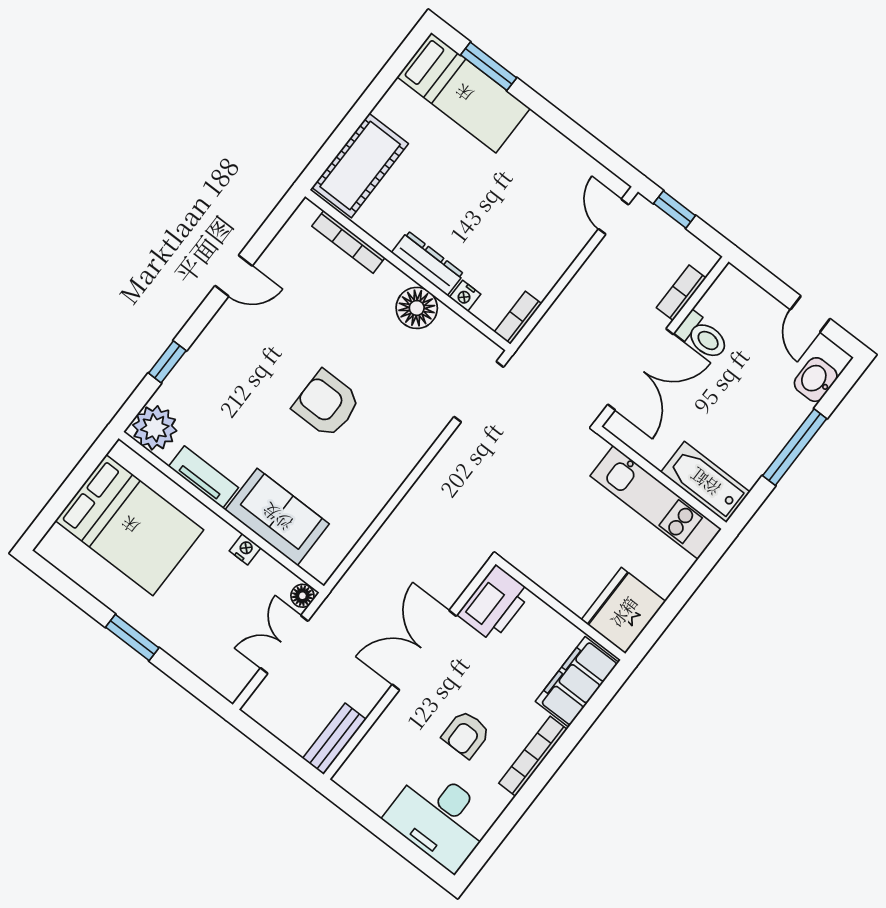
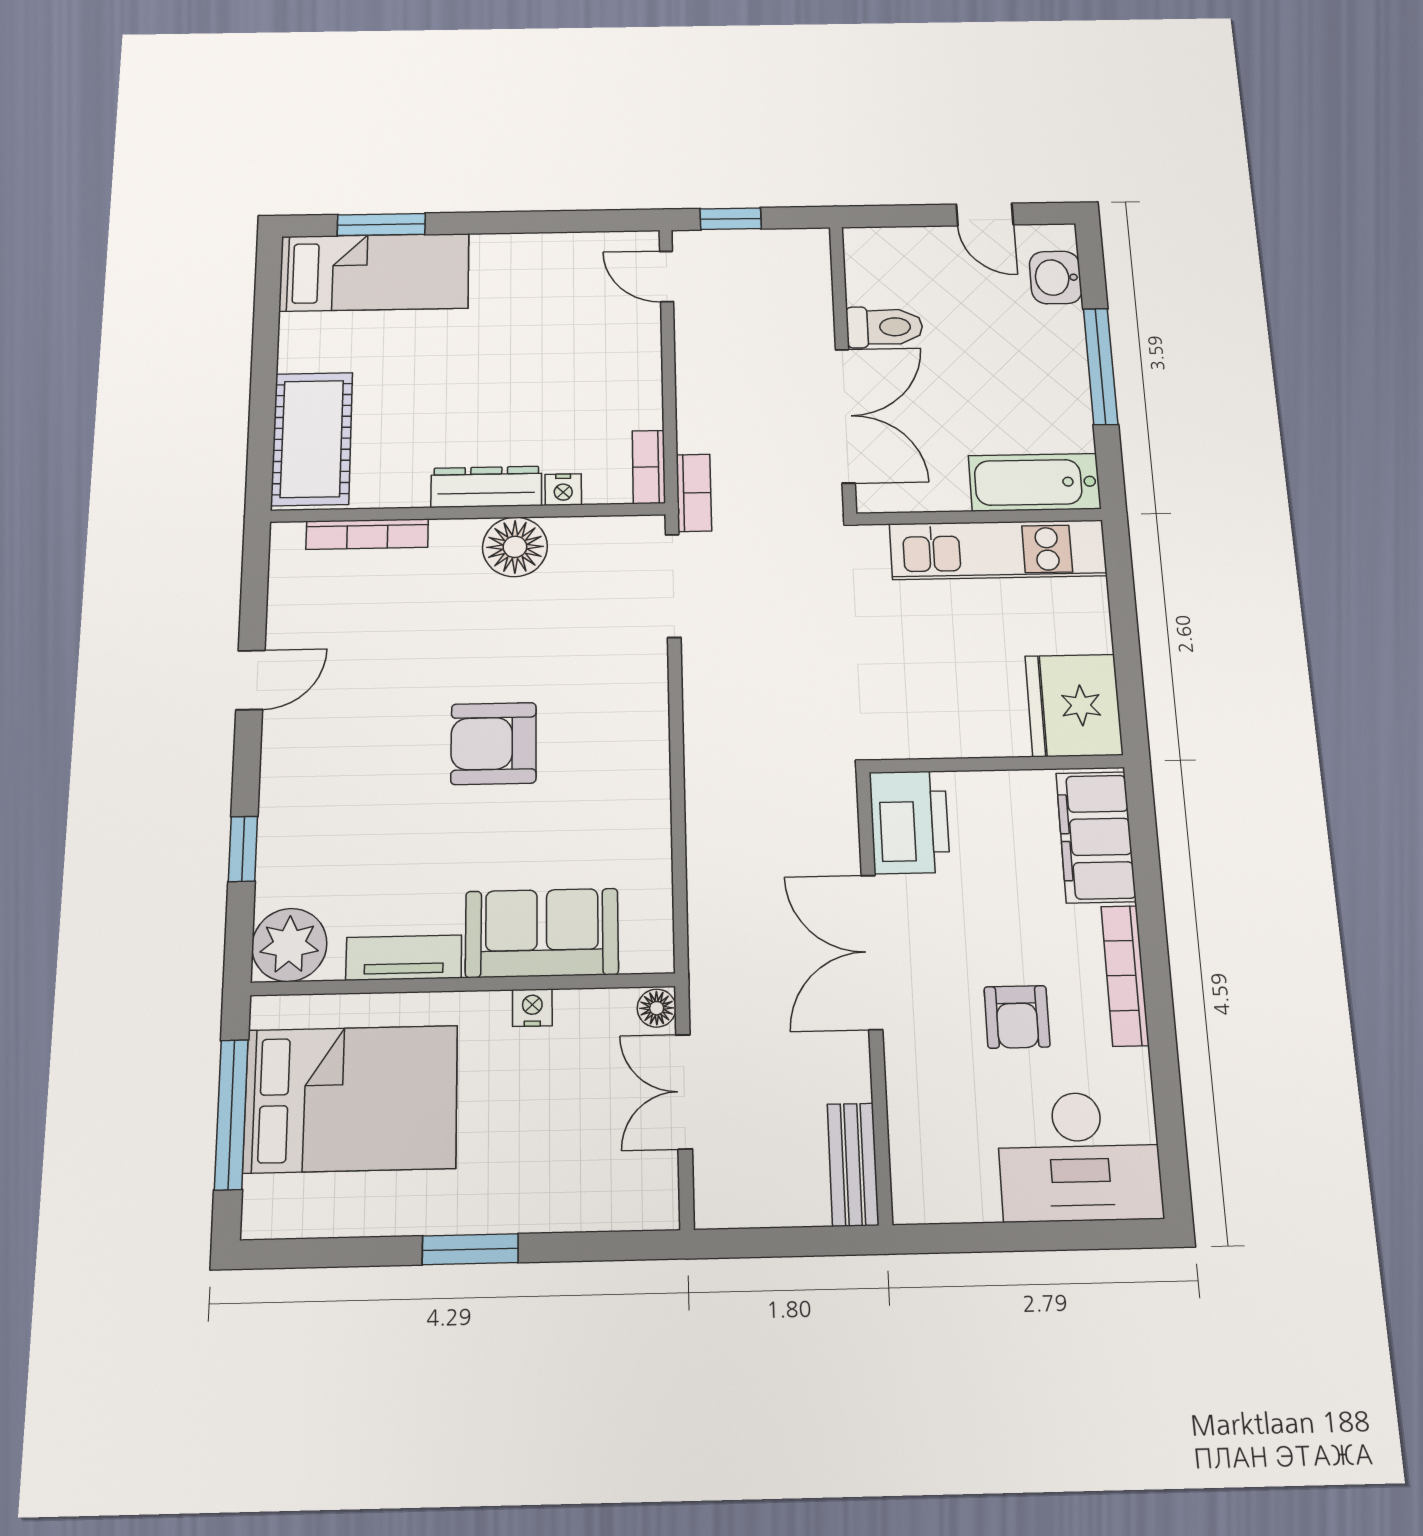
bookcase: (681, 293) -> (694, 493), moved, turned 180
window: (70, 489) -> (231, 1114), added

